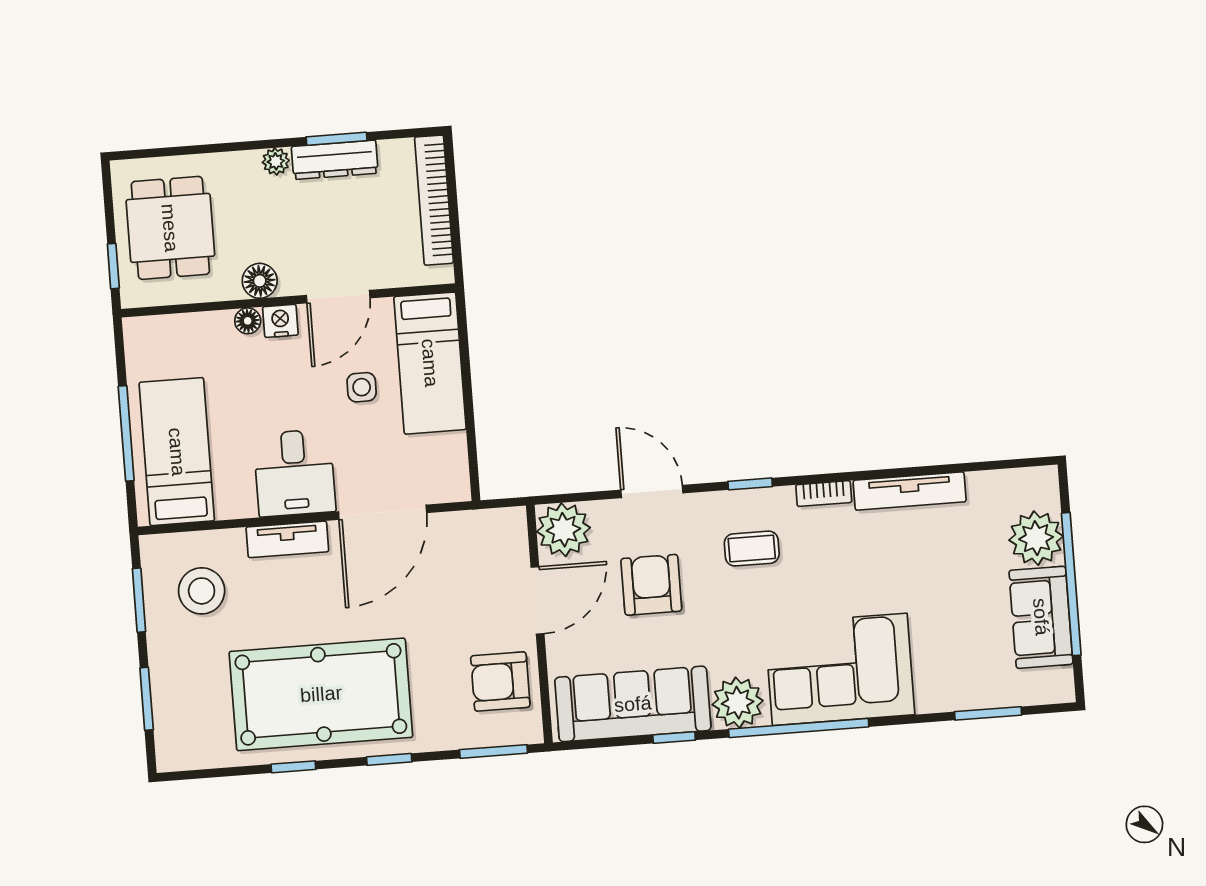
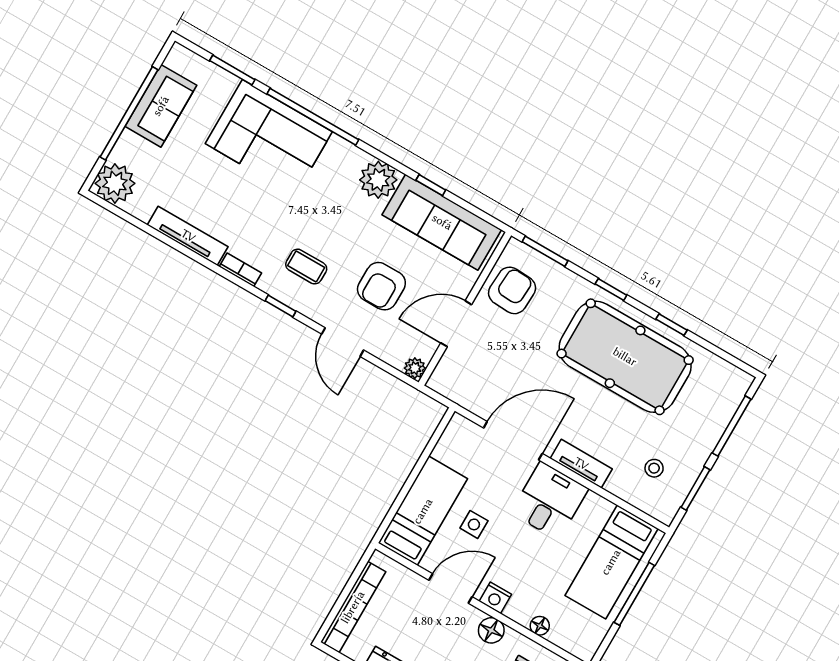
floor lamp: (248, 321) -> (540, 626), moved
plant: (563, 530) -> (415, 368), width x0.53, depth x0.53
plant: (1036, 538) -> (115, 183), moved
stool: (202, 591) -> (654, 468), width x0.53, depth x0.53
corner sofa: (840, 669) -> (269, 138), moved
armchair: (500, 682) -> (512, 290), turned -87
window: (147, 699) -> (732, 426), width x1.44
window: (799, 728) -> (313, 117), moved

